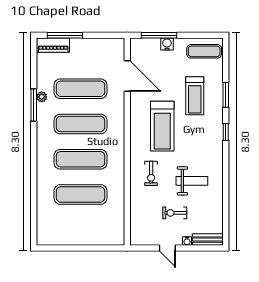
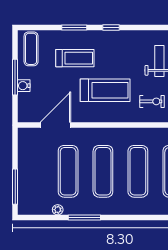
window: (159, 35) -> (15, 77), moved
piano: (53, 45) -> (25, 198), removed
plant: (42, 97) -> (58, 210), moved

